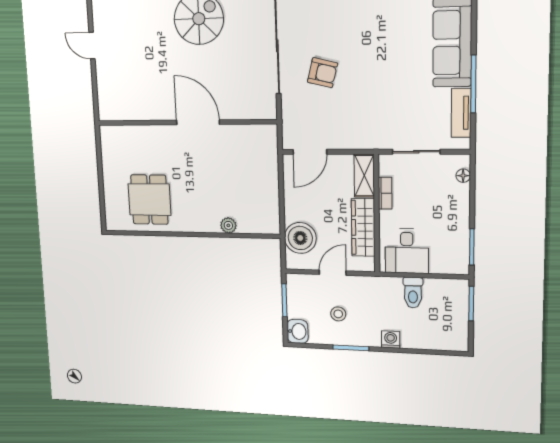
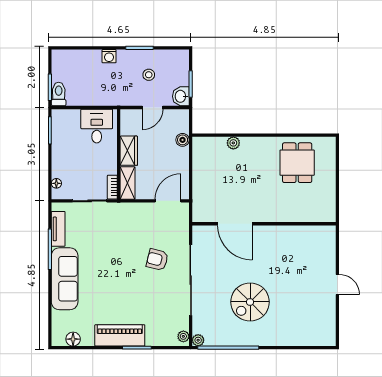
door: (198, 122) -> (235, 224), moved
bookcase: (385, 193) -> (112, 187), moved
wardrobe: (363, 228) -> (129, 151), width x0.67
boiler: (300, 238) -> (183, 140), width x0.54, depth x0.54
toilet: (413, 293) -> (59, 94), moved
washbasin: (297, 331) -> (181, 96), moved

